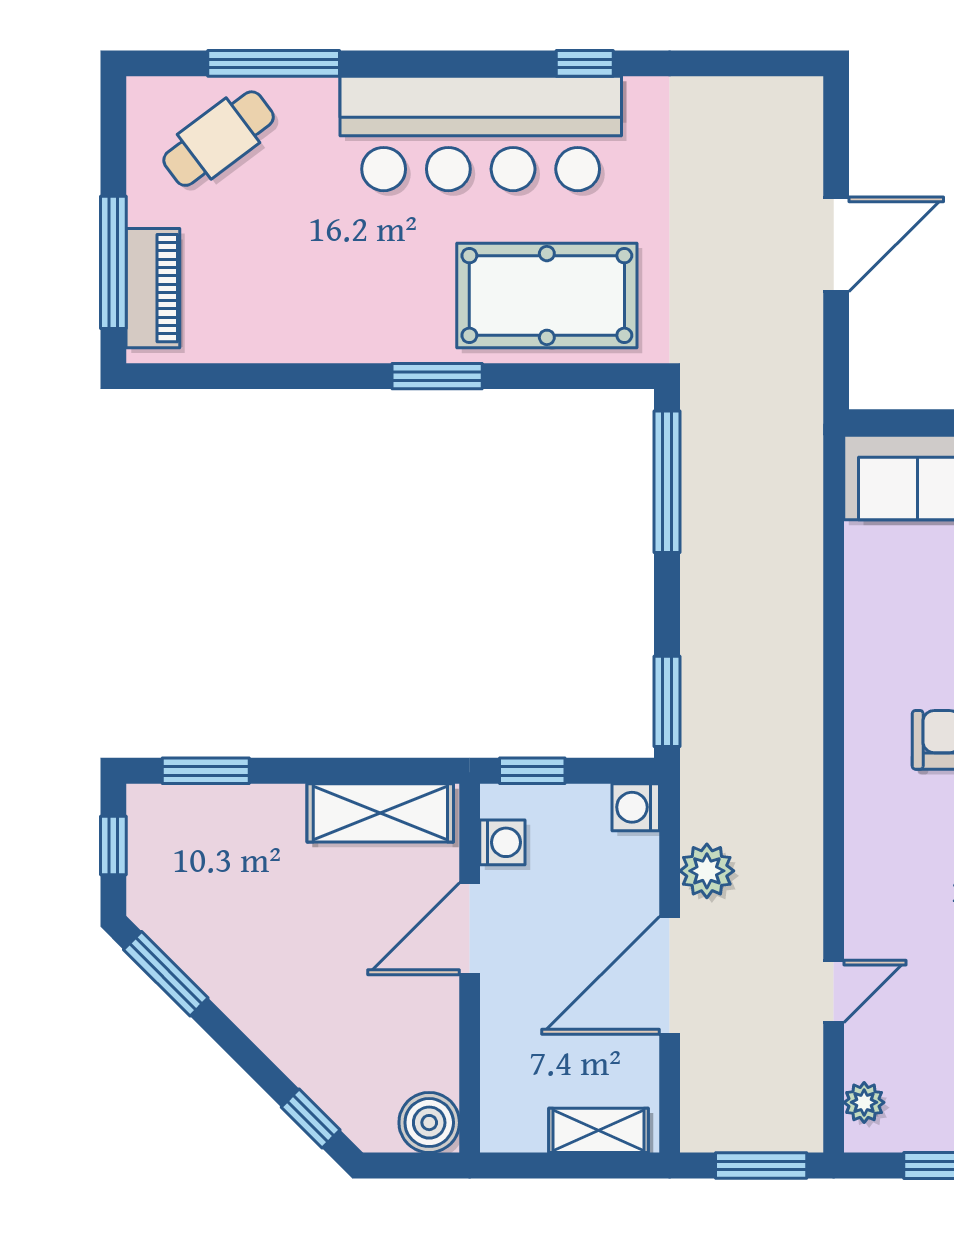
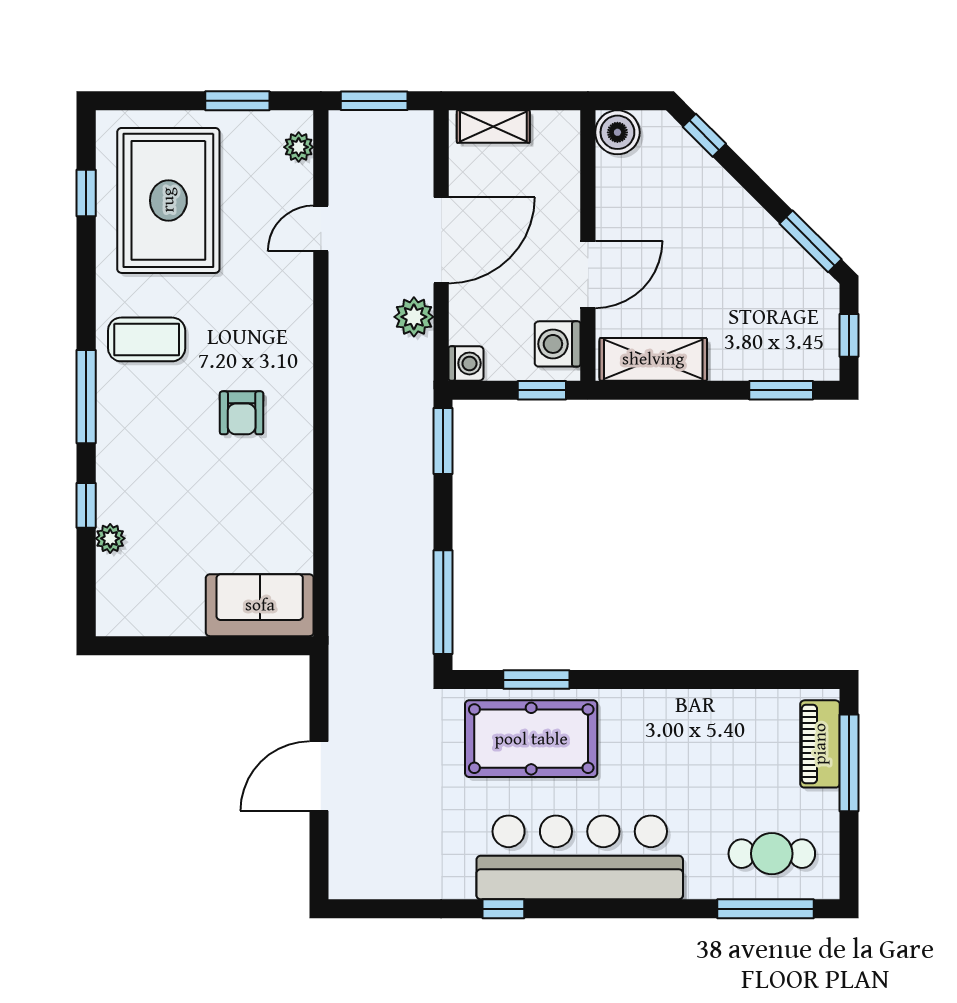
window: (274, 63) -> (765, 909), moved
cafe table: (219, 139) -> (772, 854), turned 37
window: (437, 376) -> (536, 680), moved
washing machine: (502, 842) -> (558, 344), width x1.38, depth x1.38

